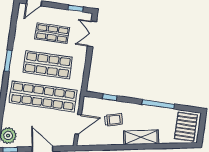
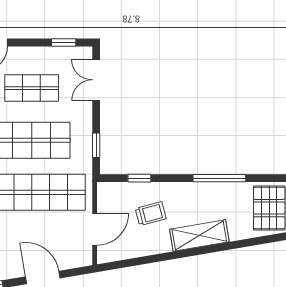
window: (86, 73) -> (96, 145), added

